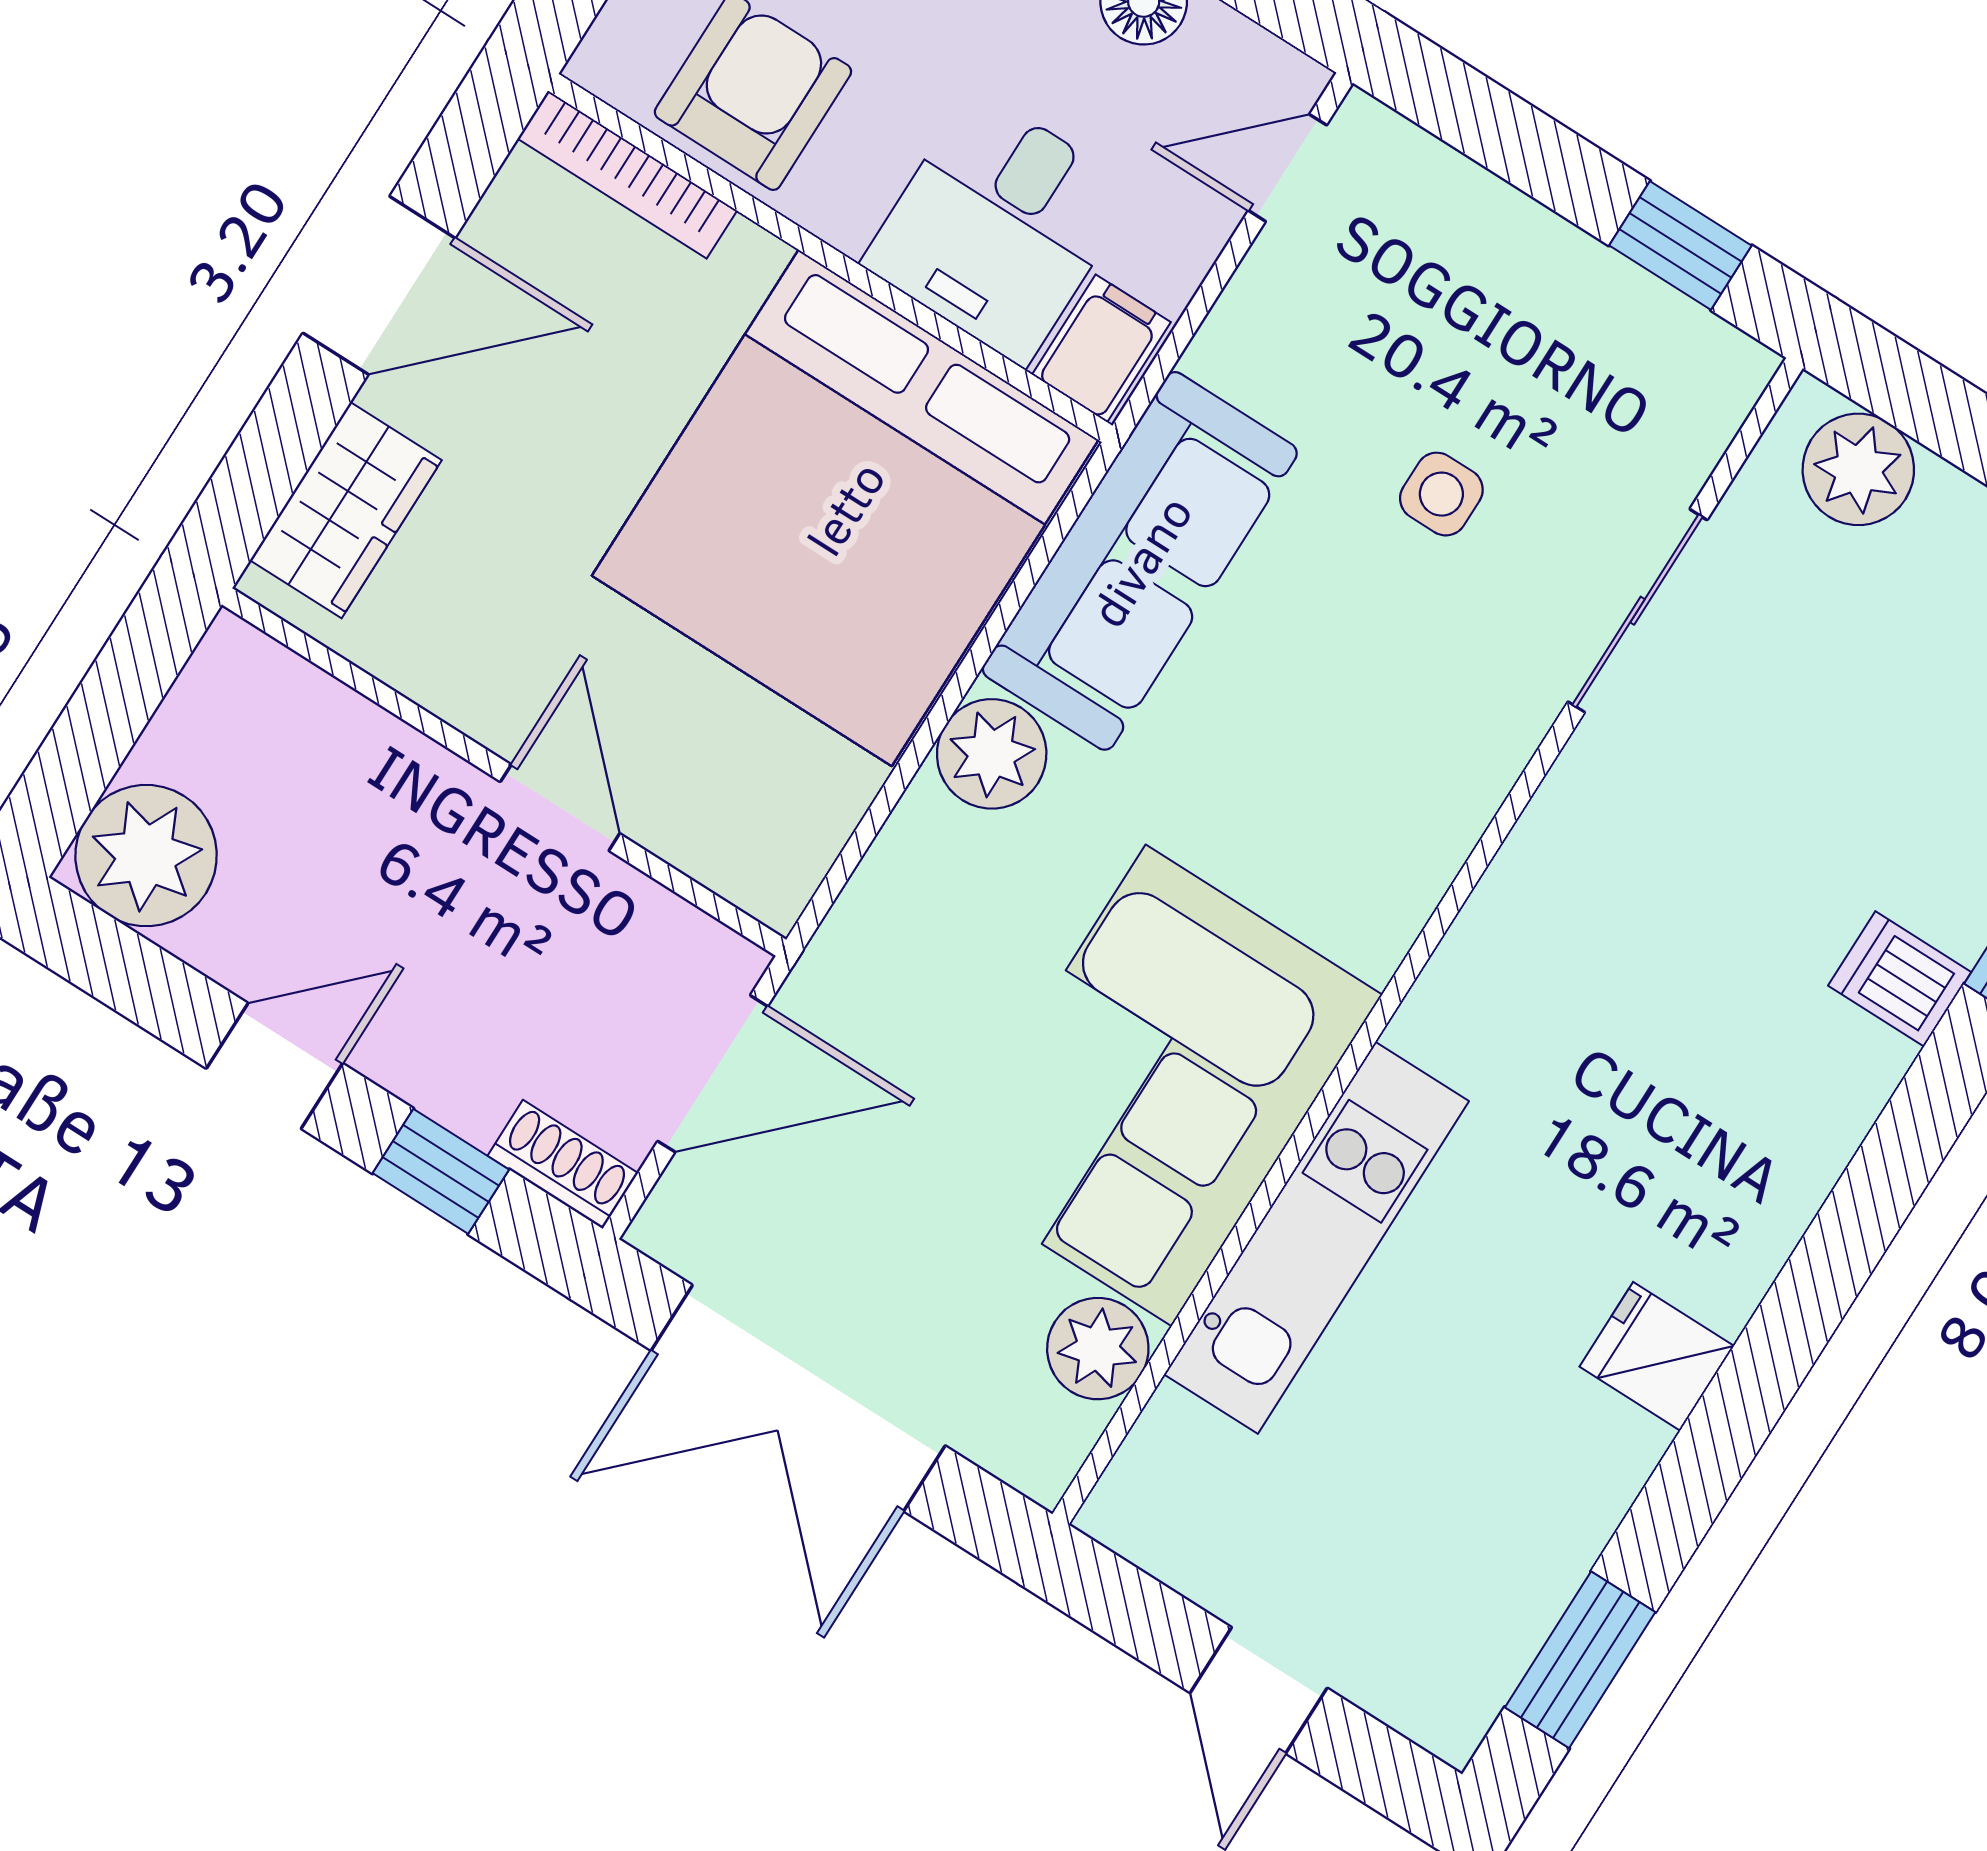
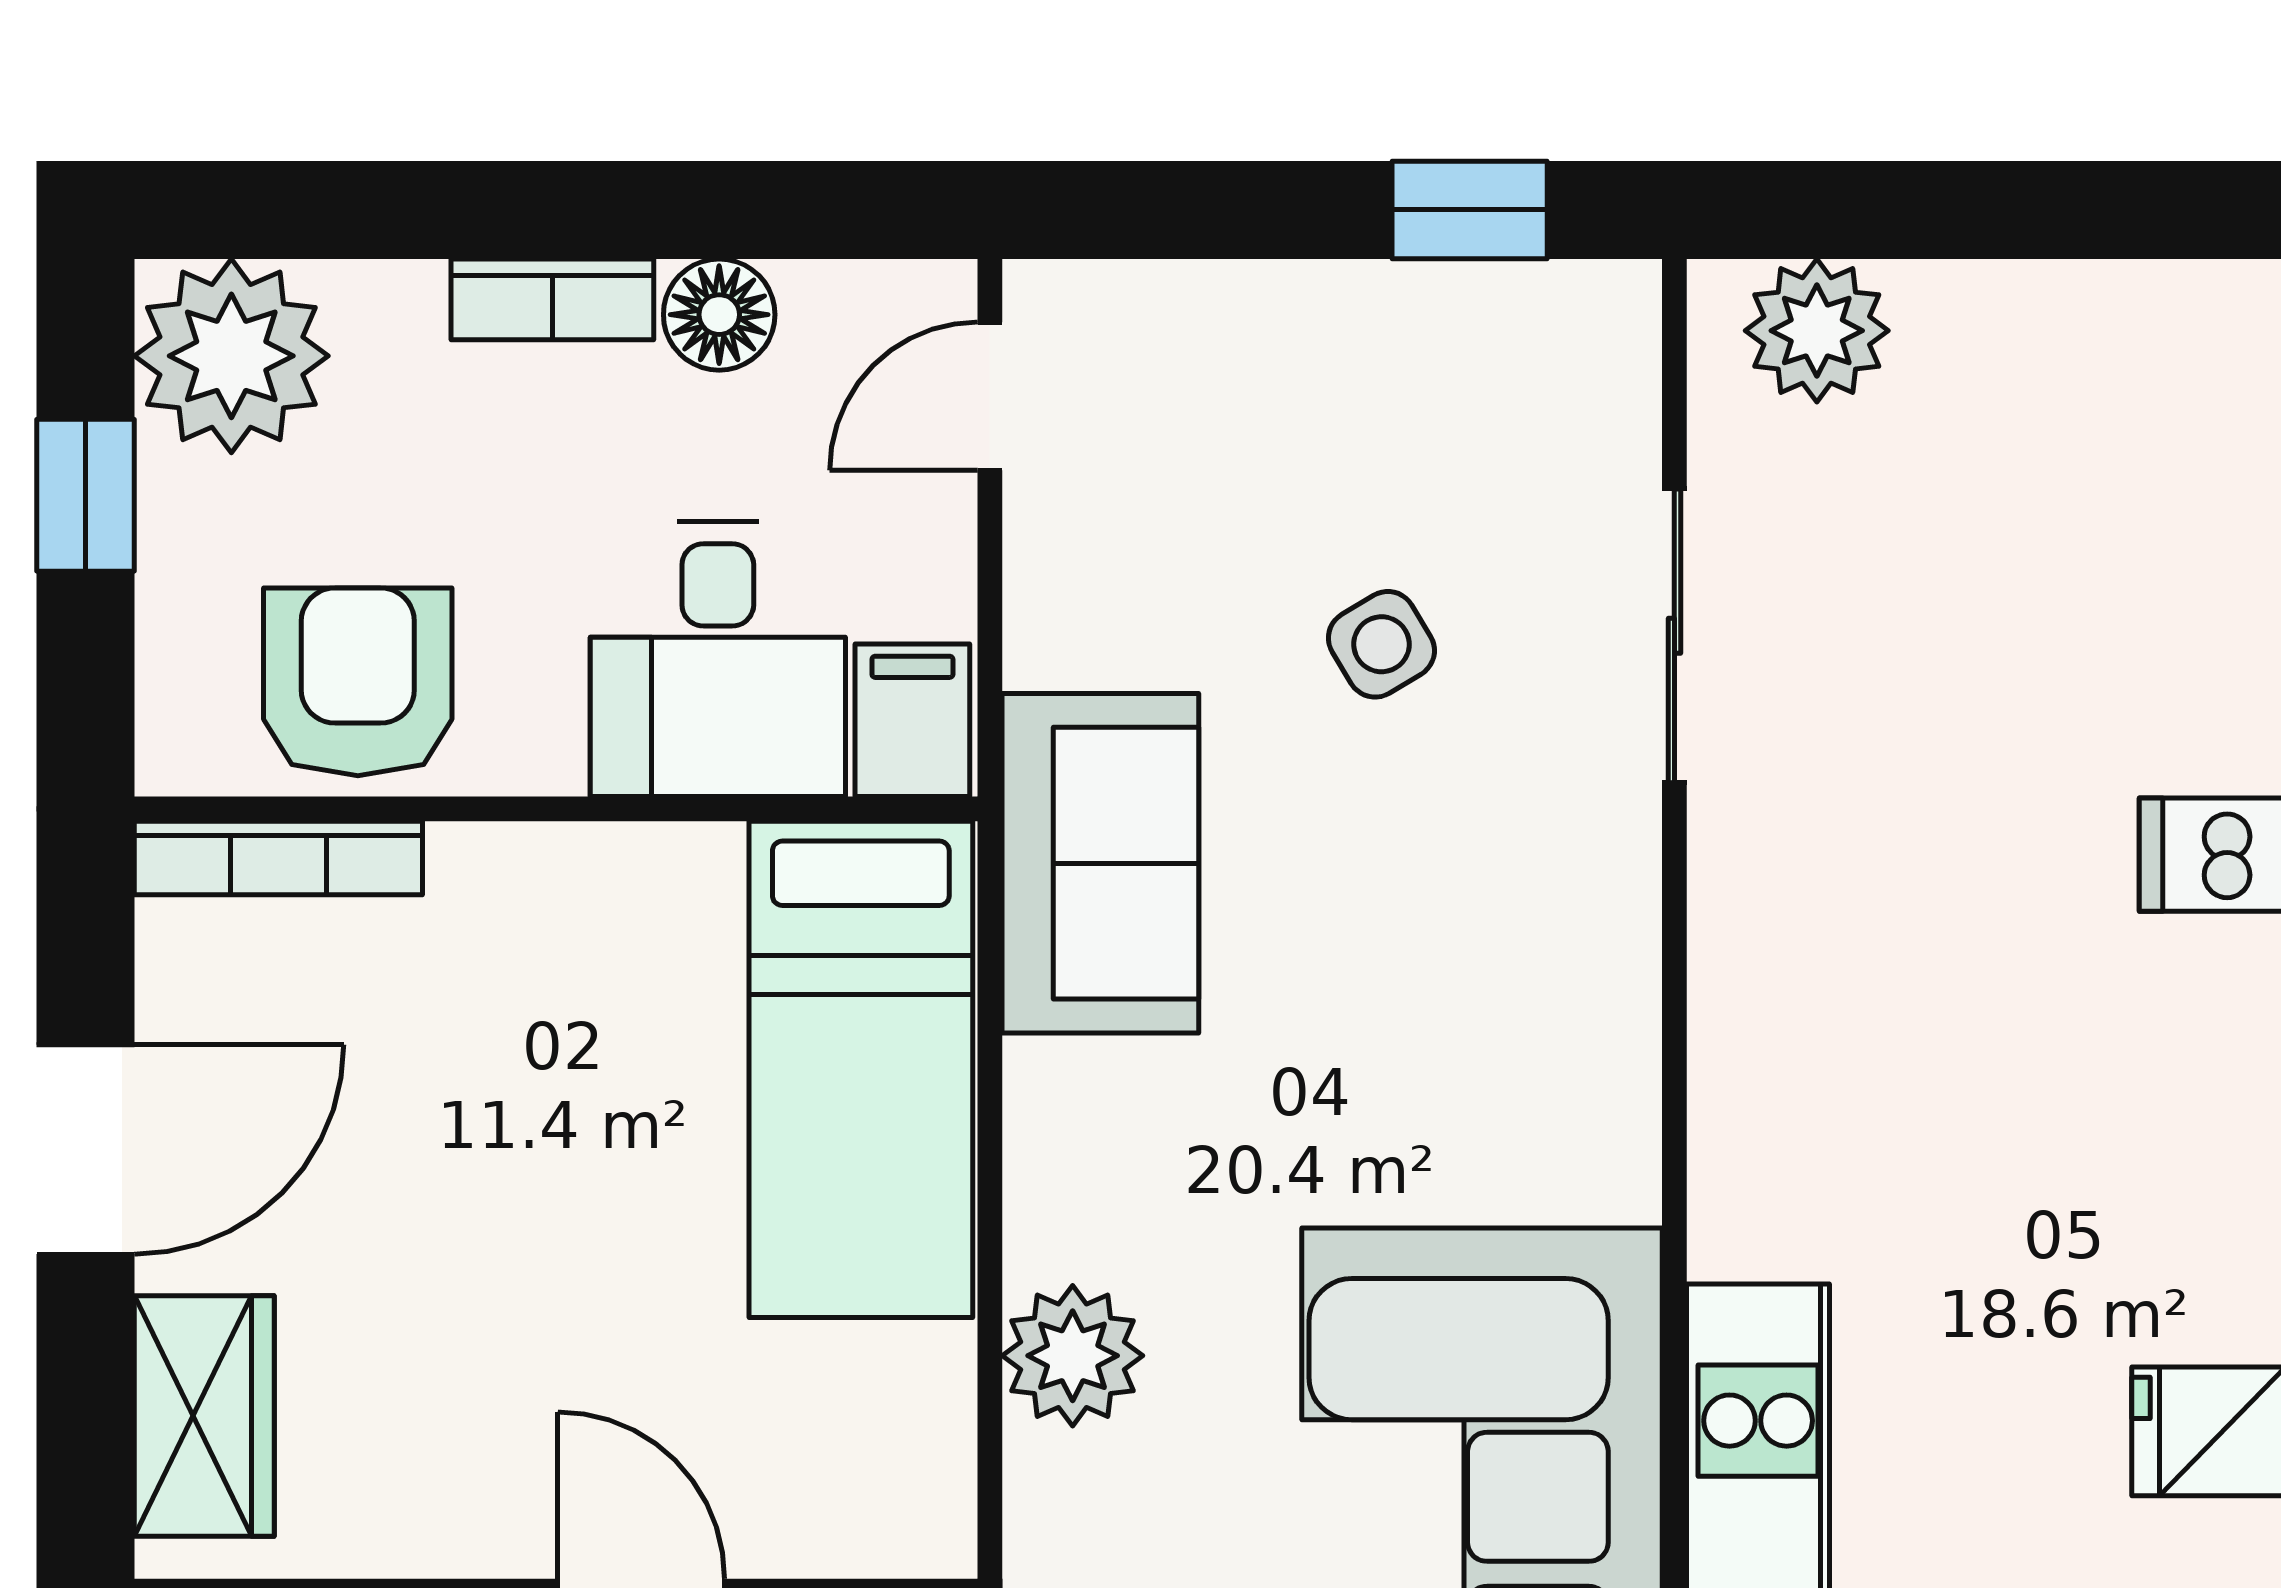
side table: (1441, 494) -> (1381, 644), turned -31
bed: (845, 508) -> (861, 1069), width x0.49
sofa: (1140, 561) -> (1100, 863), width x0.73
plant: (992, 754) -> (1073, 1356), moved

